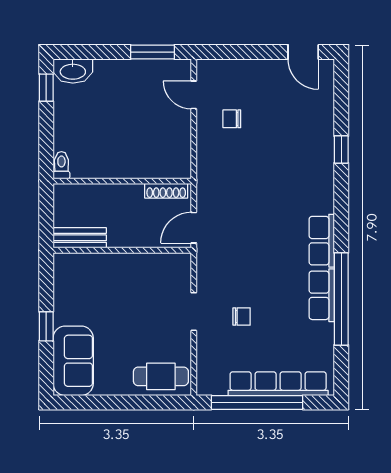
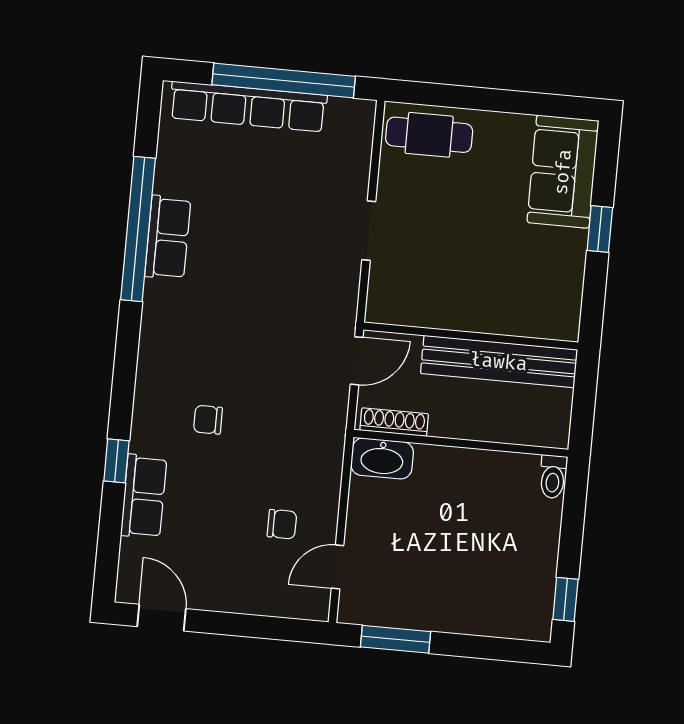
washbasin: (73, 71) -> (382, 458), moved, turned 180
door: (194, 95) -> (338, 567), swing flipped
bench: (80, 238) -> (499, 362), width x1.86, depth x1.21
row of seats: (322, 241) -> (144, 496), moved
chair: (242, 316) -> (208, 420), moved

